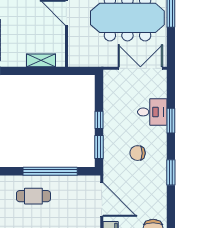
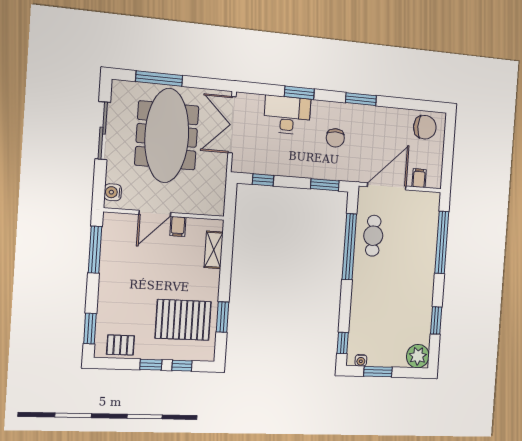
filing cabinet: (58, 31) -> (178, 226), added
desk: (152, 112) -> (287, 115), width x1.37
window: (99, 120) -> (263, 180), moved
cafe table: (33, 196) -> (373, 236), moved

